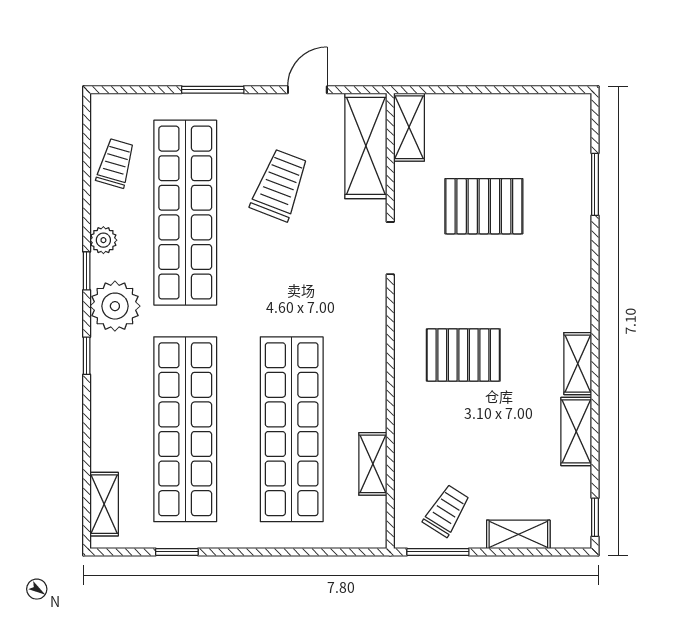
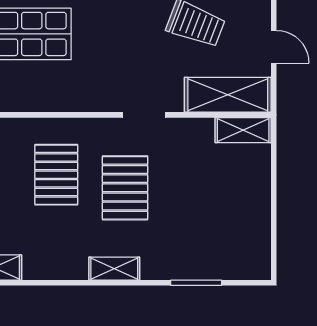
pallet: (484, 206) -> (125, 188), moved
shelving: (578, 364) -> (114, 269), moved

